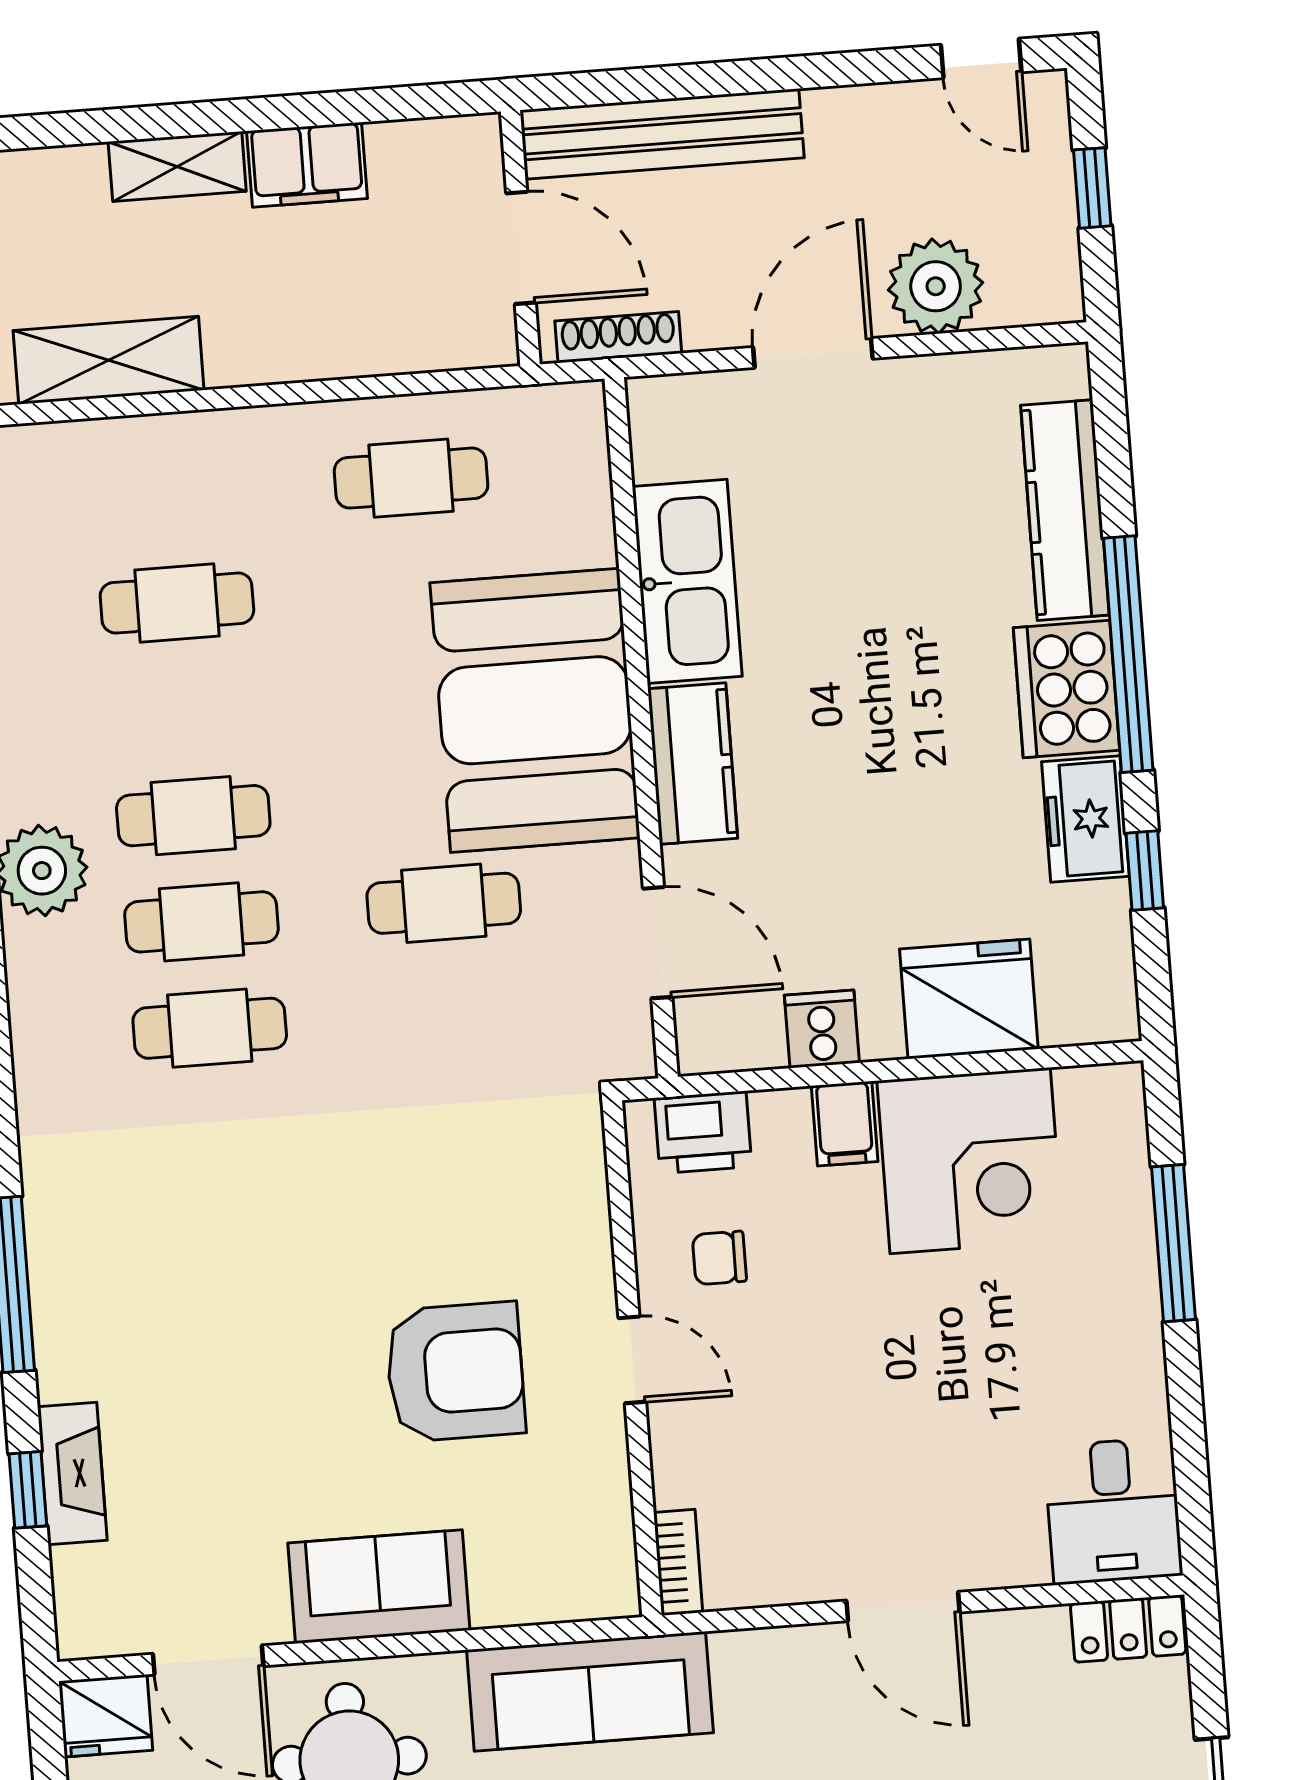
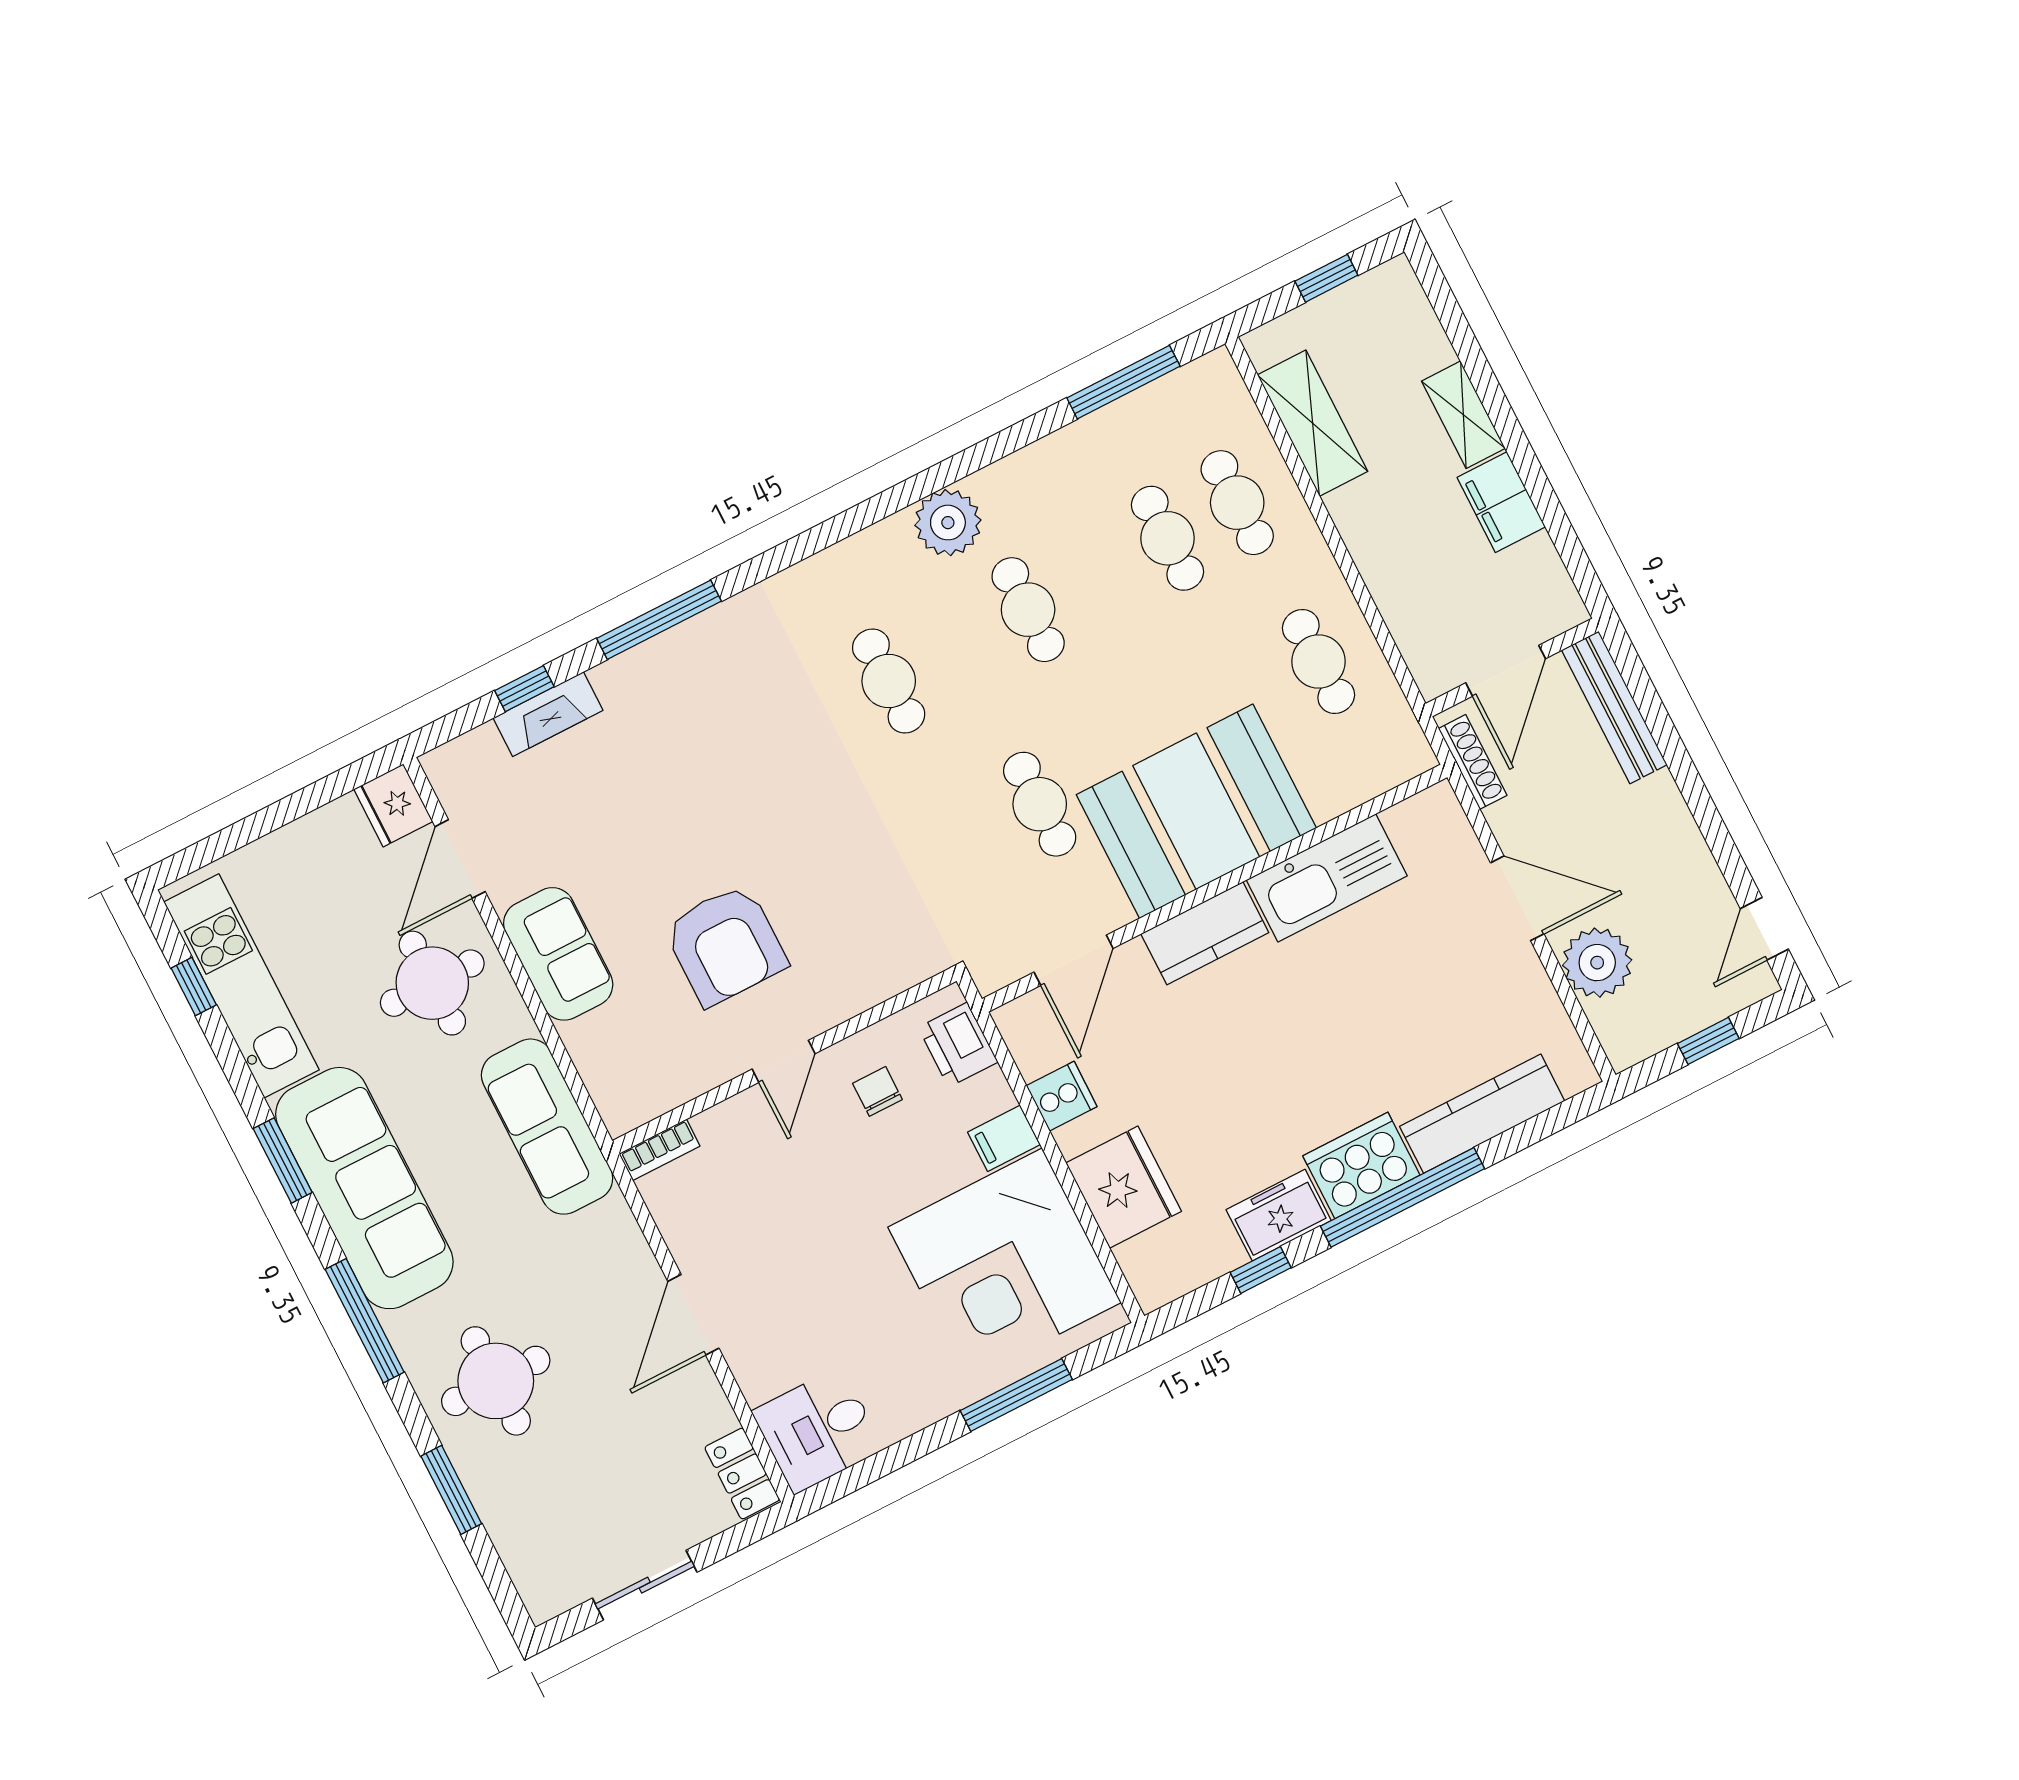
bench: (662, 134) -> (1614, 707), width x0.73, depth x0.82
cafe table: (201, 922) -> (1237, 503), moved
corner desk: (970, 1161) -> (1004, 1265), width x1.36, depth x1.36

